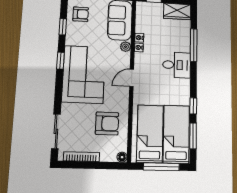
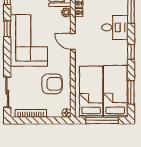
door: (132, 78) -> (73, 42), hinge flipped
window: (193, 106) -> (131, 52), moved

